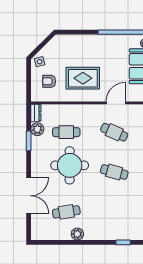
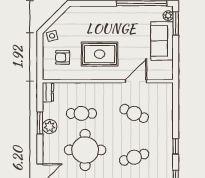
plant: (37, 129) -> (50, 126), moved
cafe table: (114, 172) -> (134, 157), turned -33

